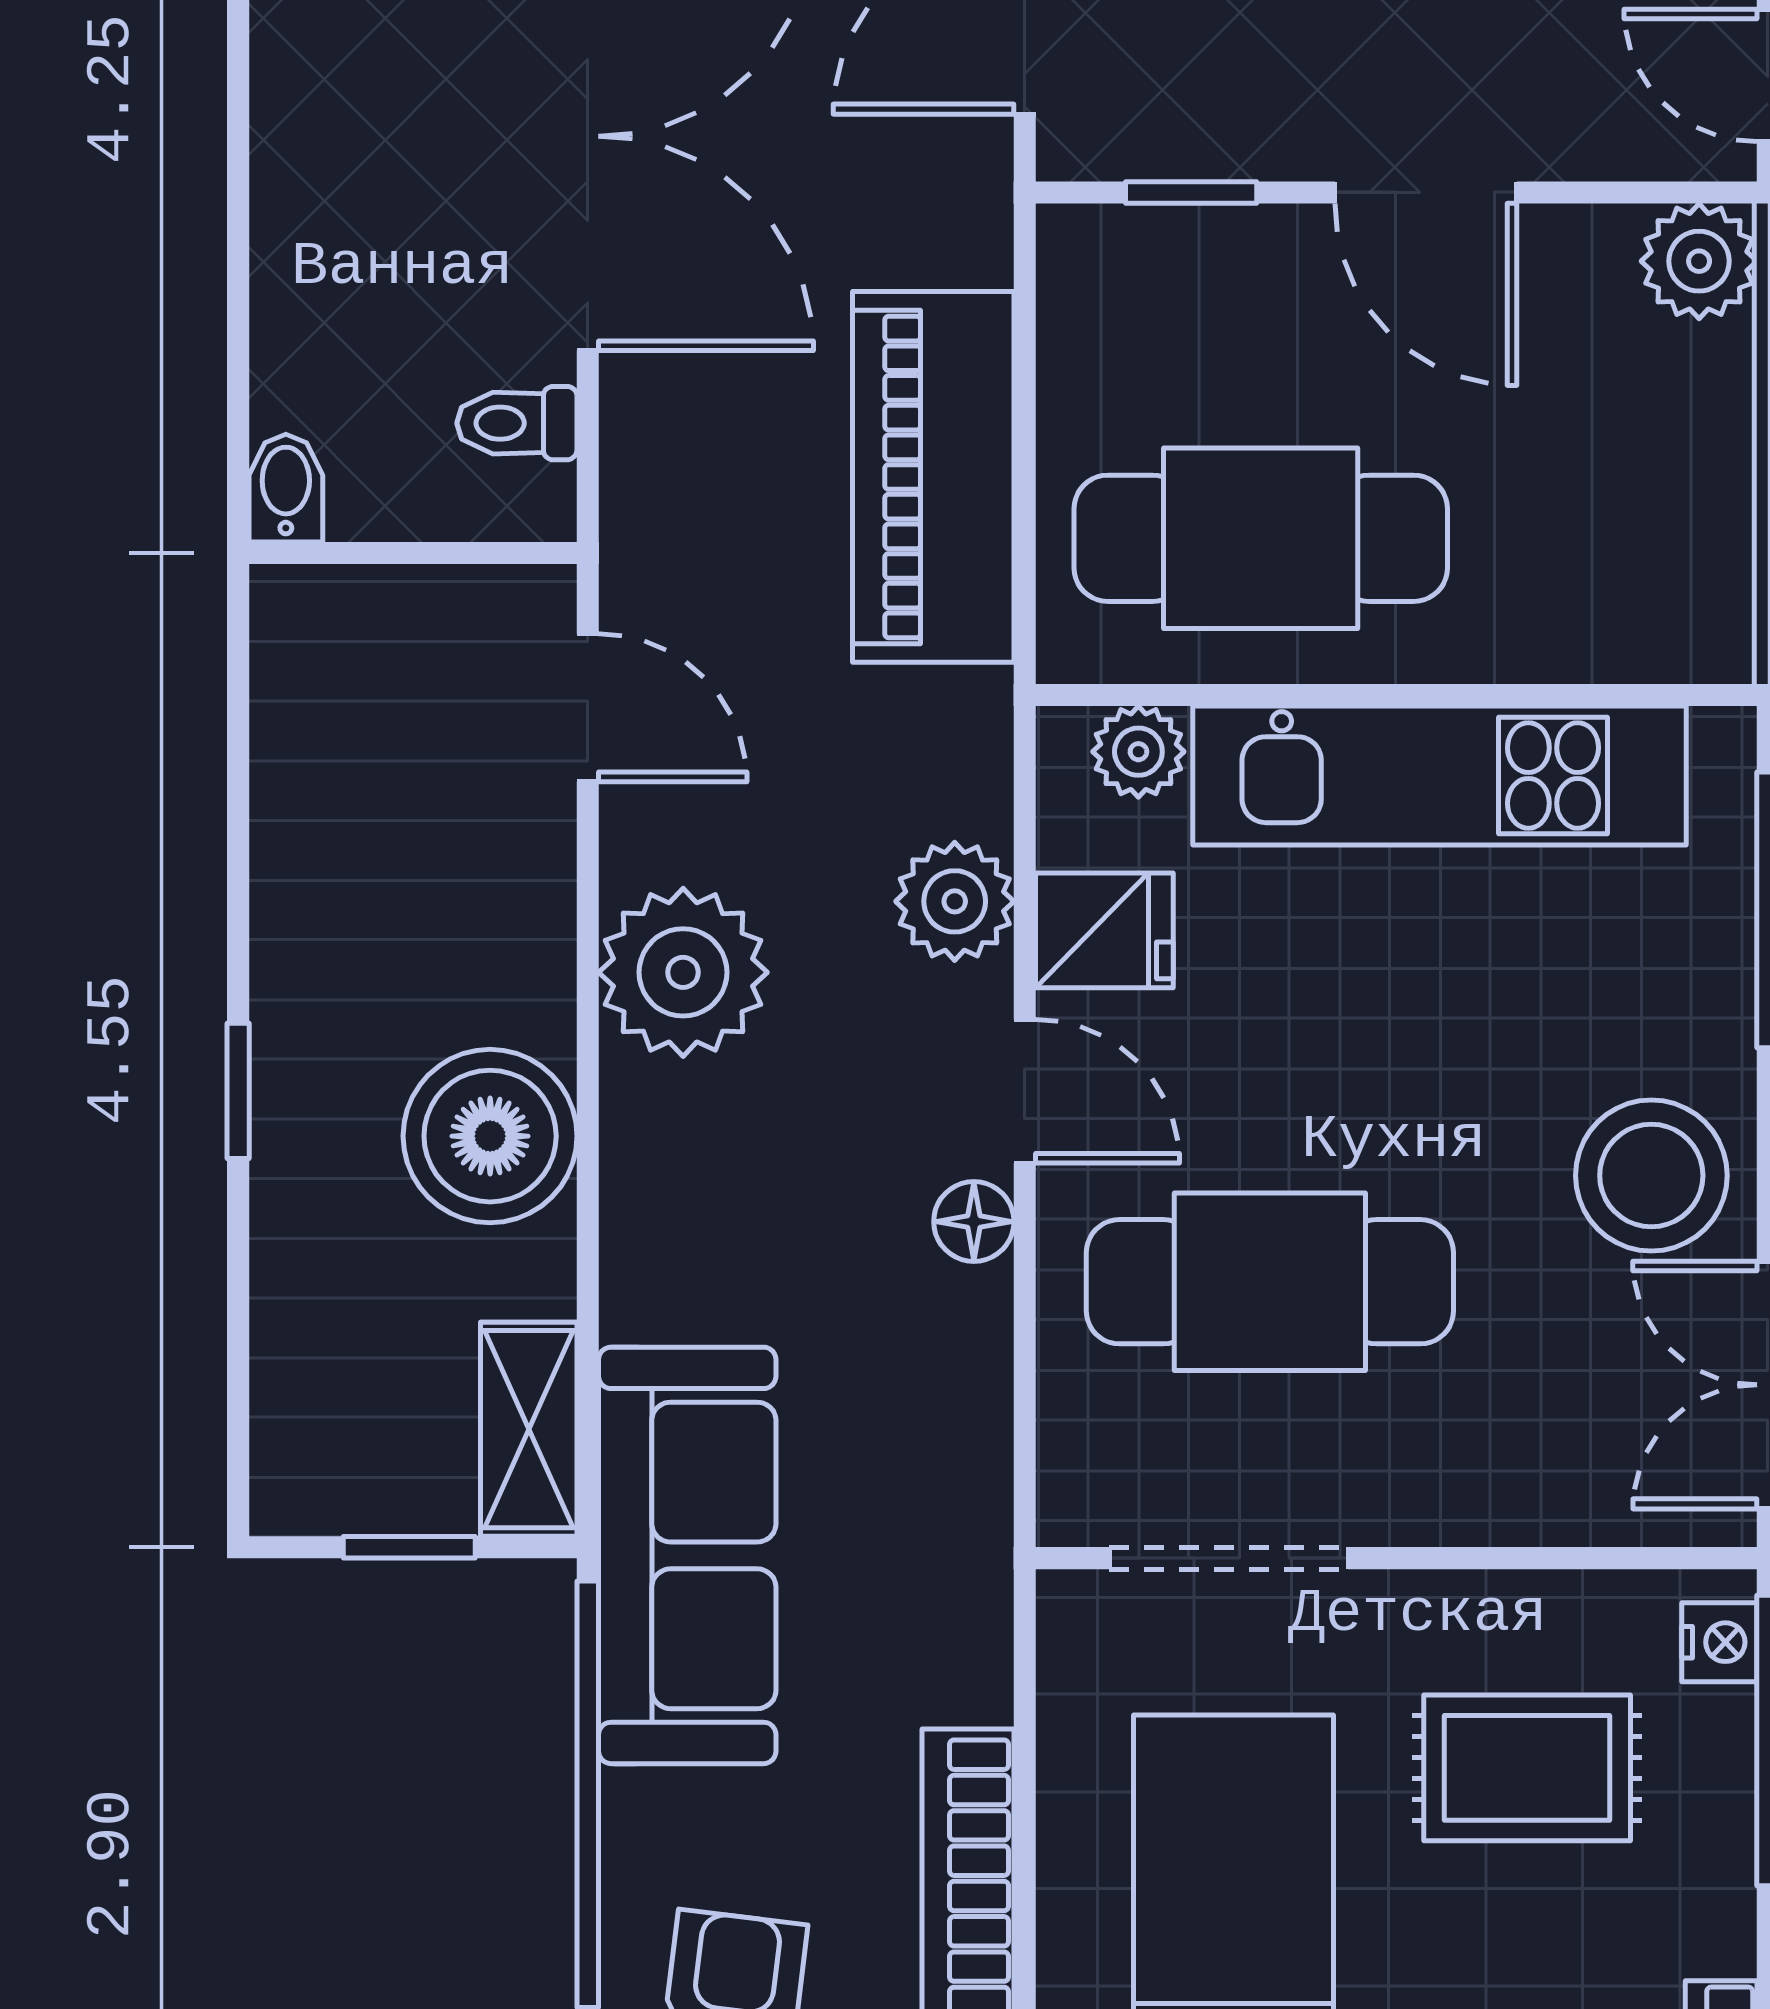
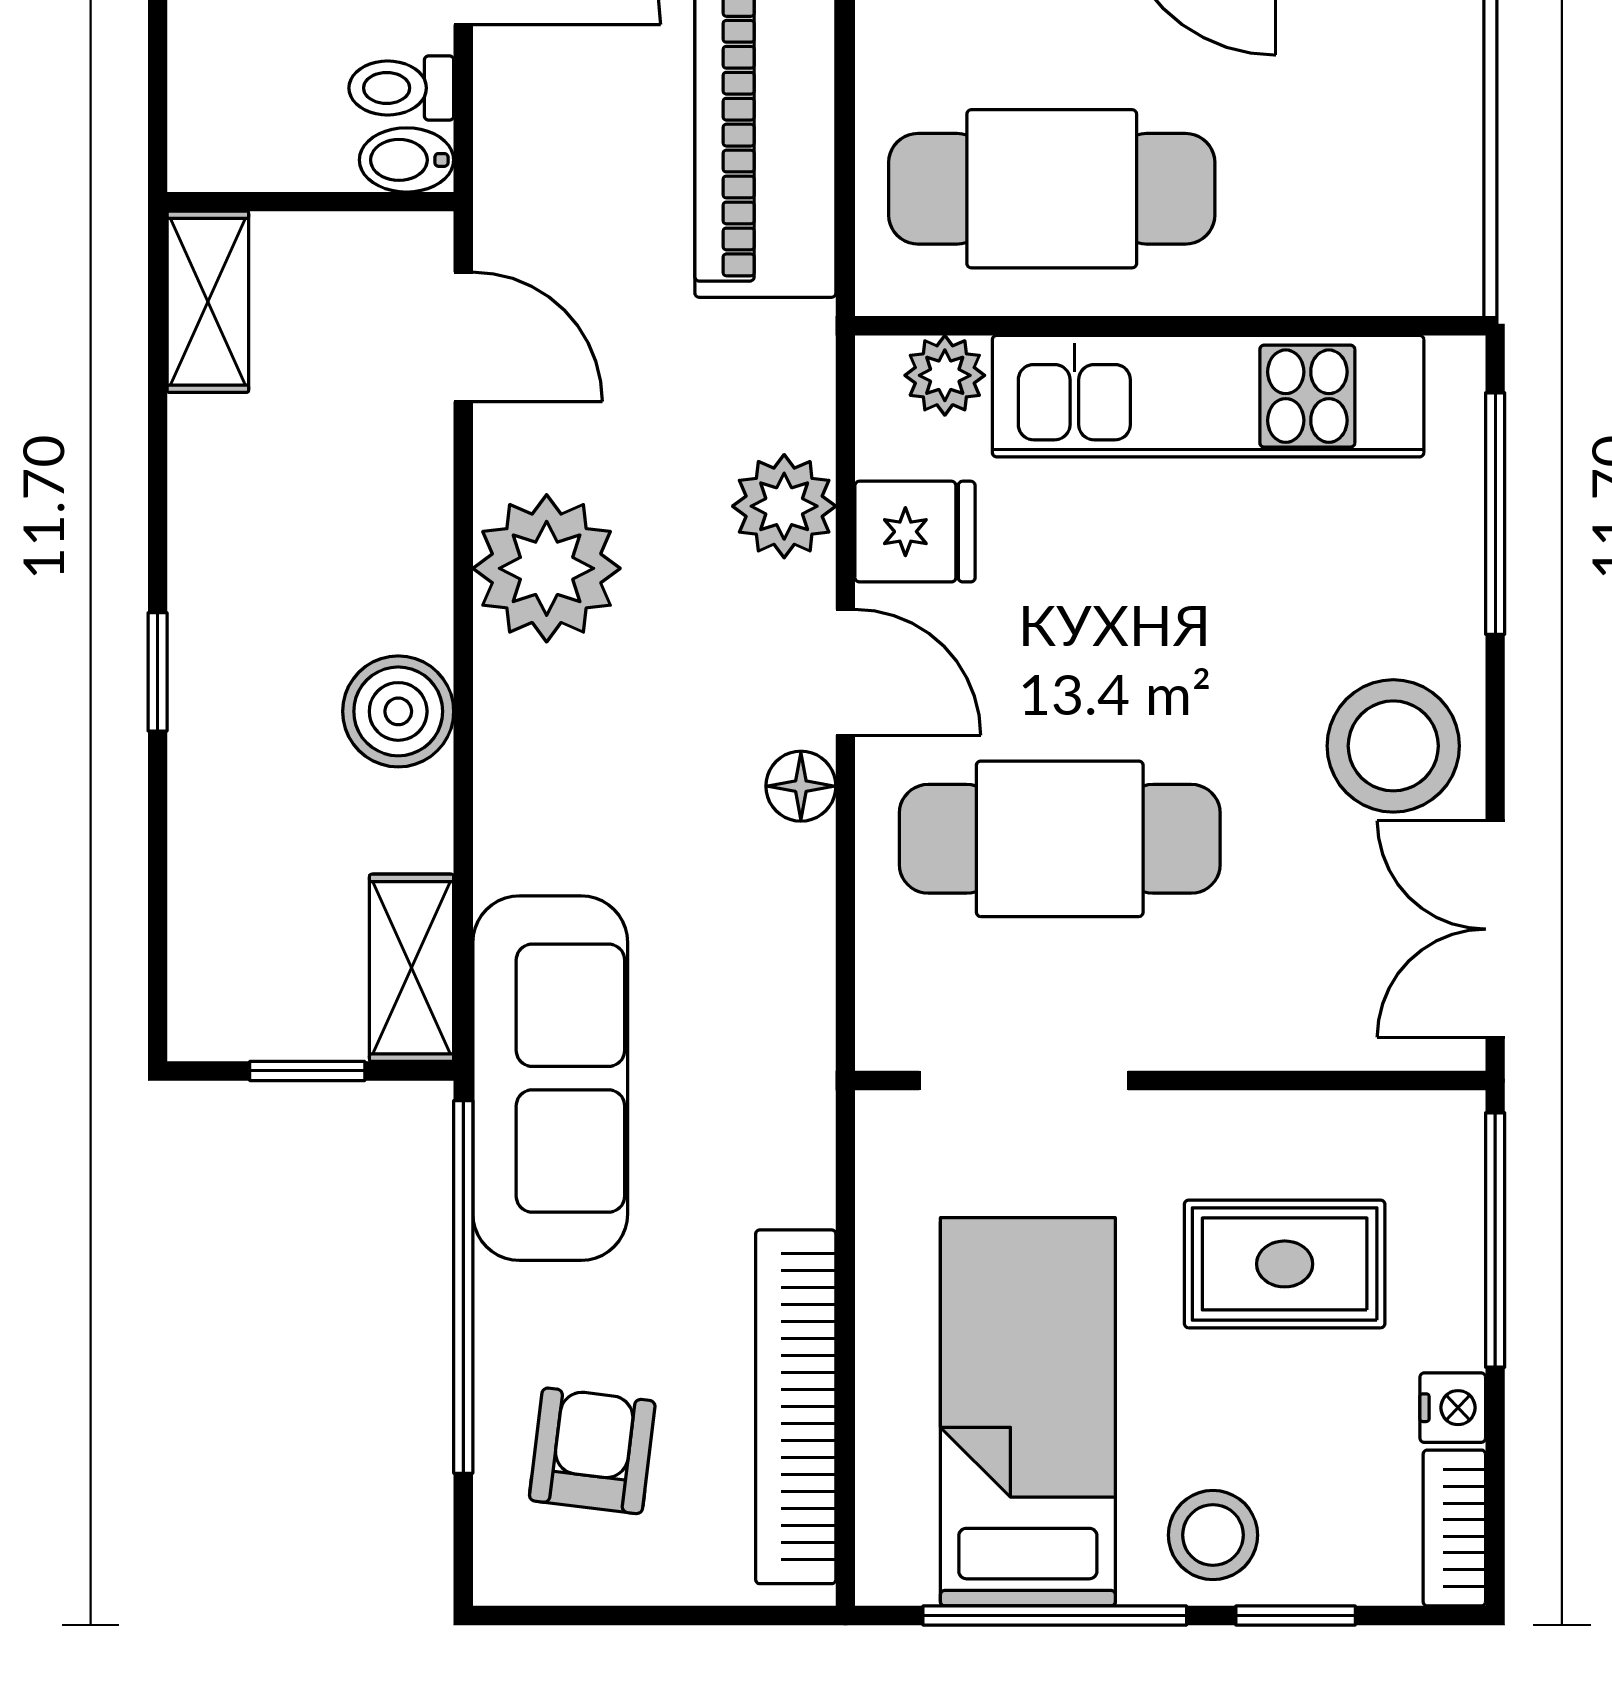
bidet: (286, 488) -> (407, 160), moved, turned -90
shelving: (296, 668) -> (208, 302), added
boiler: (490, 1136) -> (398, 711), width x0.73, depth x0.73
nightstand: (1719, 1642) -> (1453, 1408), moved

